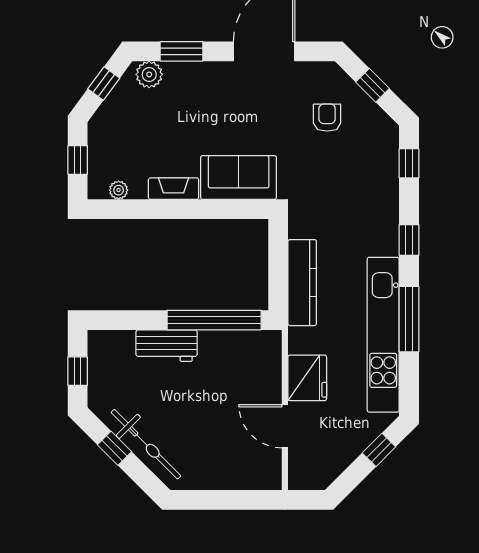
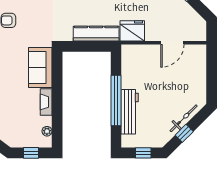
window: (214, 320) -> (116, 101), moved
workbench: (167, 346) -> (130, 112), width x1.38
fridge: (307, 378) -> (132, 31), moved
bicycle: (146, 444) -> (184, 118), width x0.73, depth x0.71

